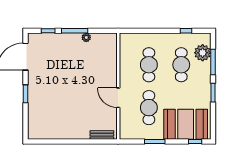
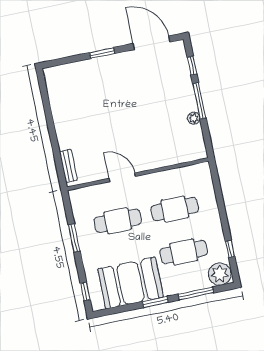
plant: (203, 53) -> (220, 274), moved
door: (118, 98) -> (122, 177), hinge flipped
booth: (186, 124) -> (131, 283), moved, turned 90

